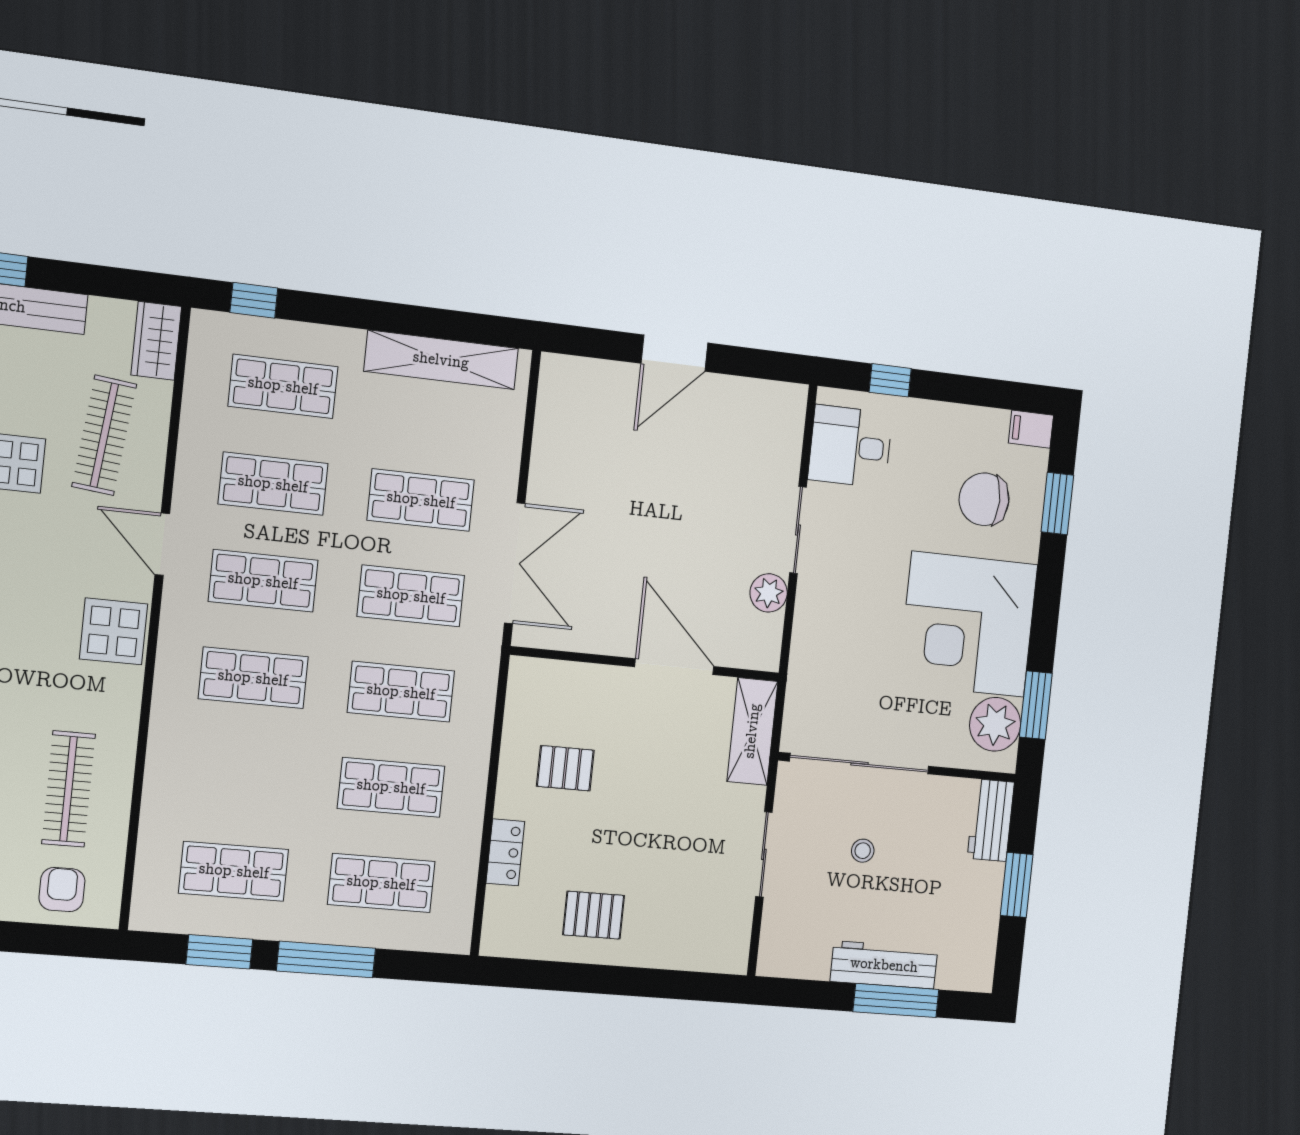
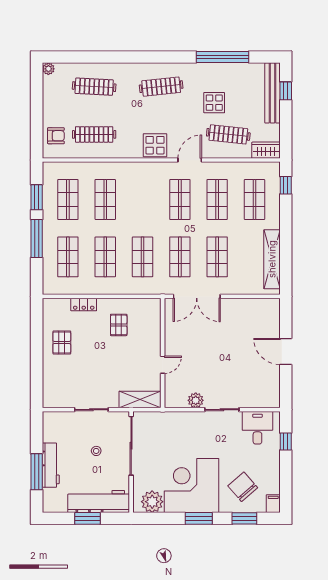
chair: (984, 499) -> (243, 487), turned -41
door: (674, 667) -> (163, 365), width x0.53
shop shelf: (253, 678) -> (105, 199), moved
window: (1036, 705) -> (199, 518), moved
workbench: (991, 820) -> (99, 502), width x1.88, depth x1.32

